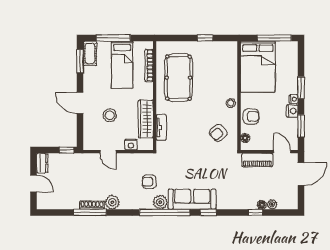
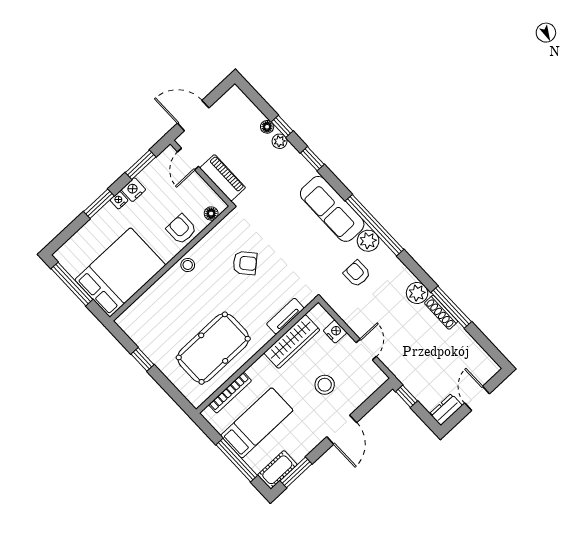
armchair: (218, 133) -> (245, 263), moved
armchair: (149, 182) -> (357, 274), turned 180
plant: (272, 204) -> (280, 141), moved
window: (208, 212) -> (312, 159), moved

